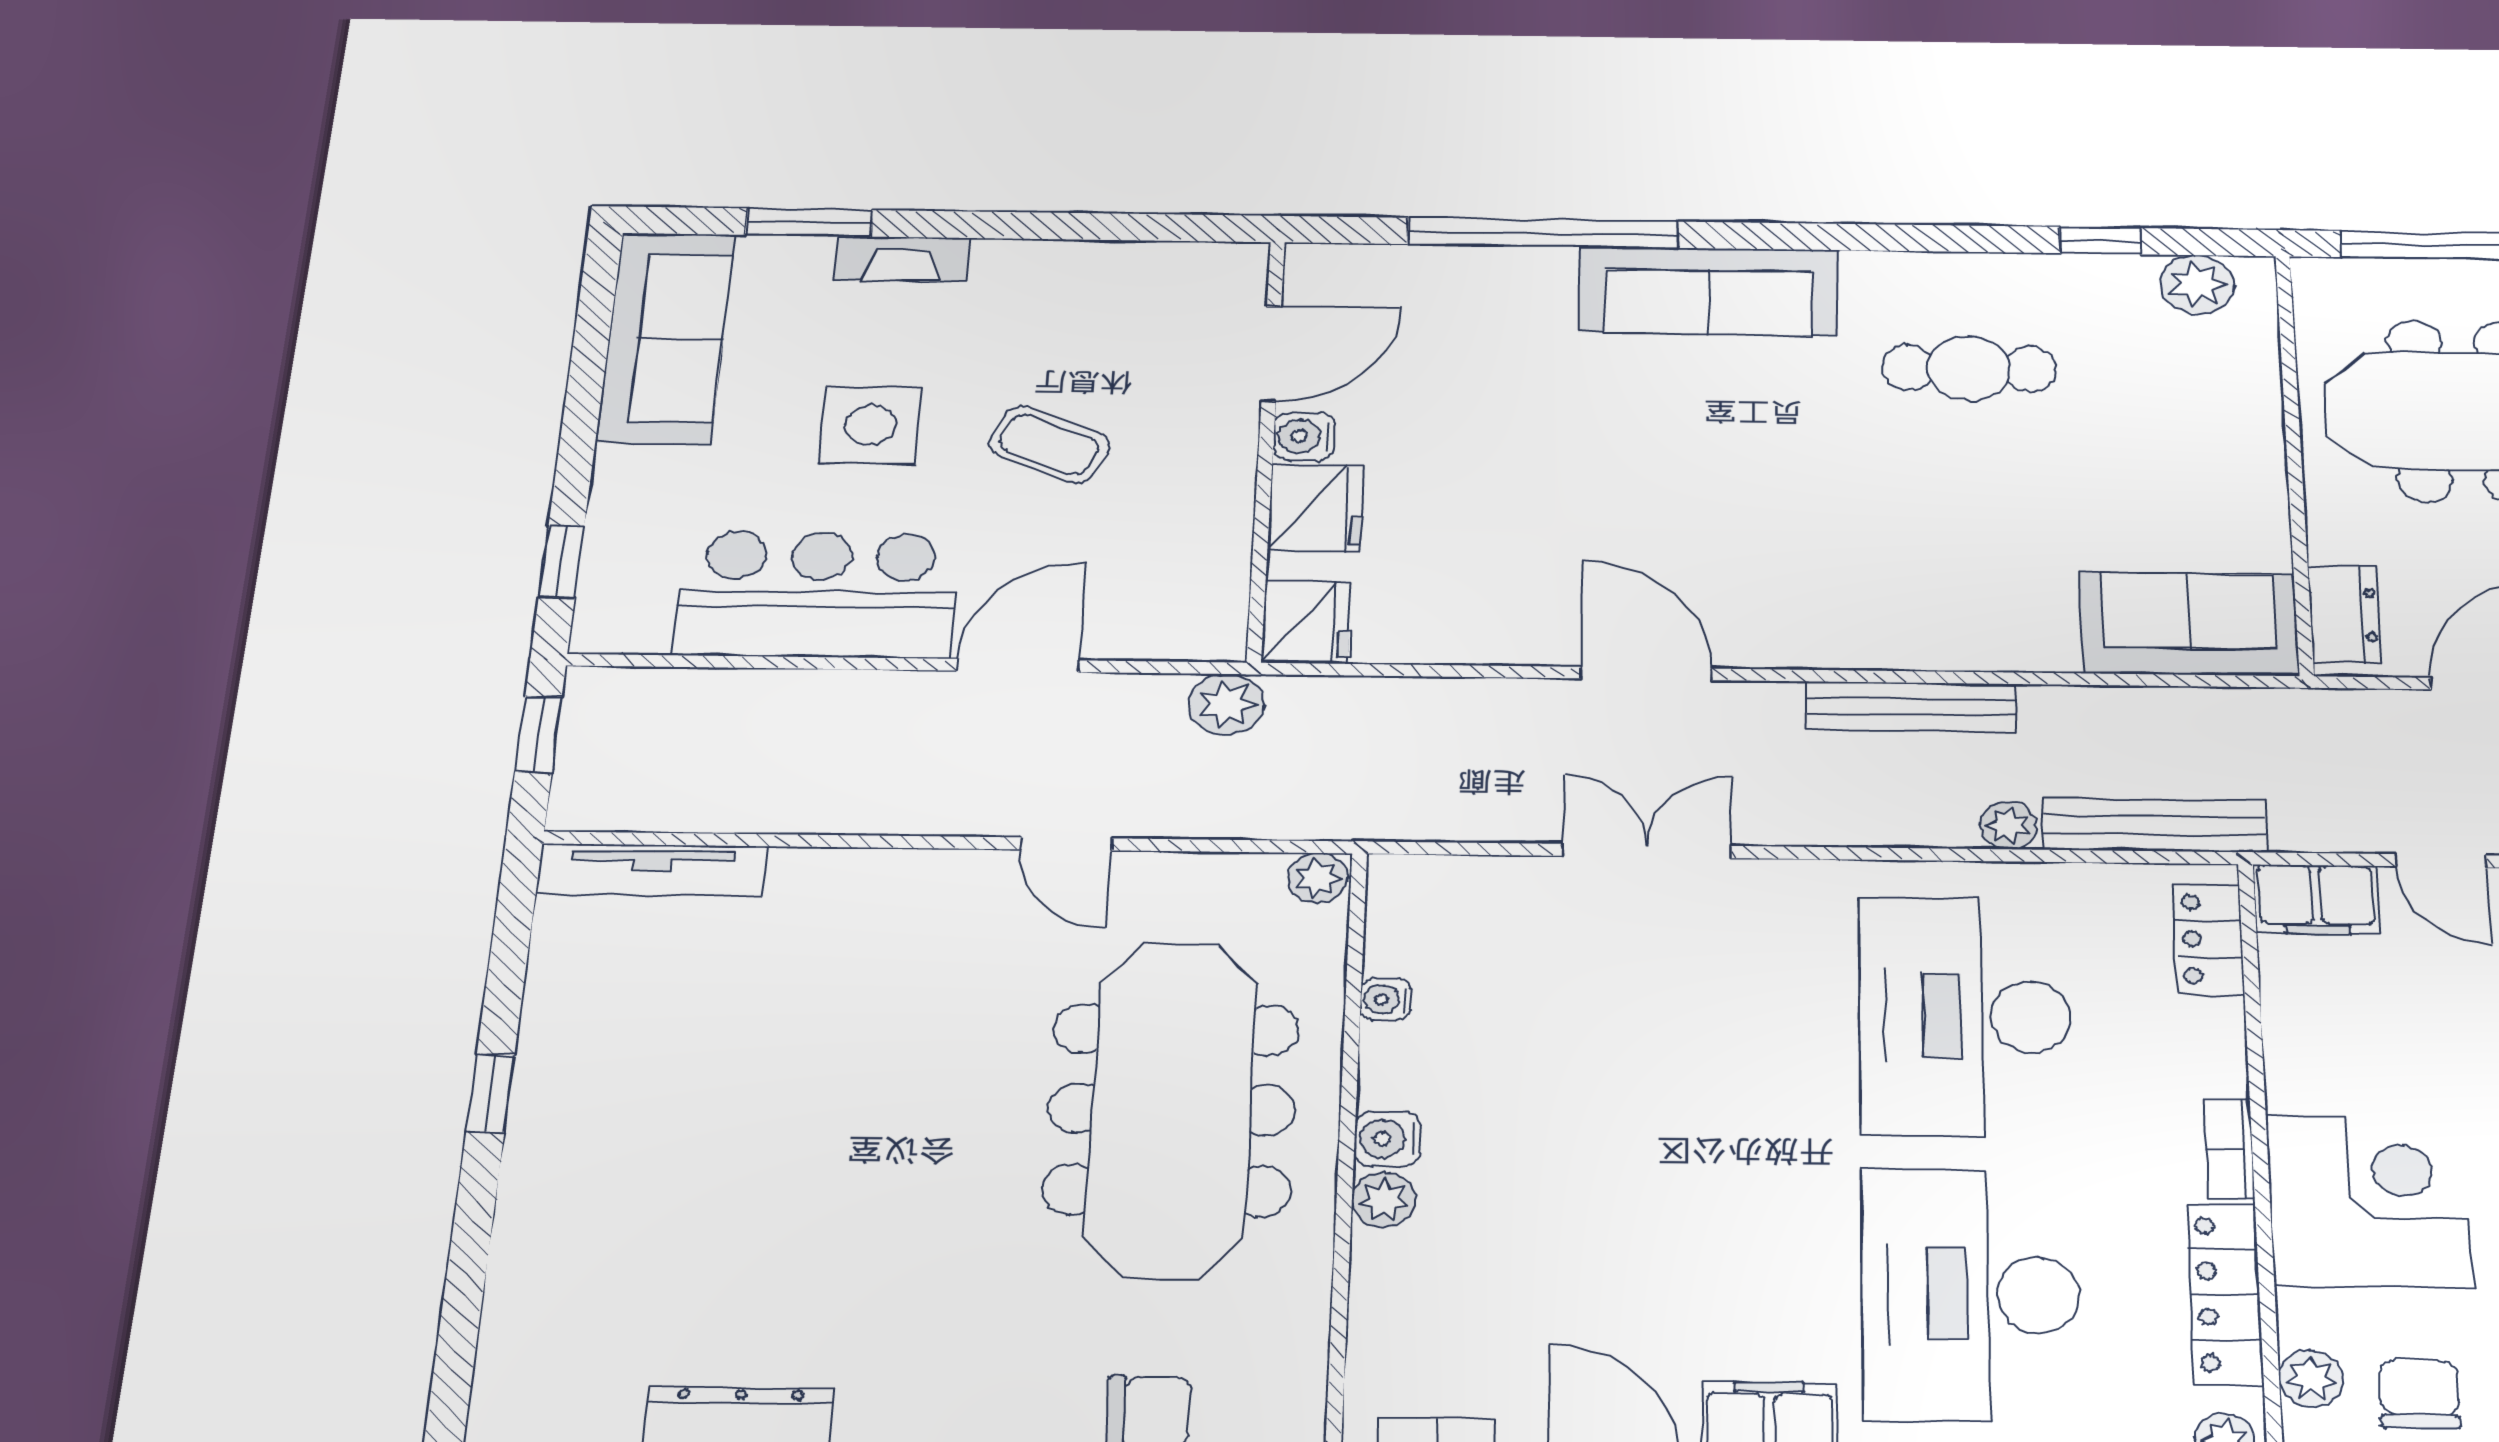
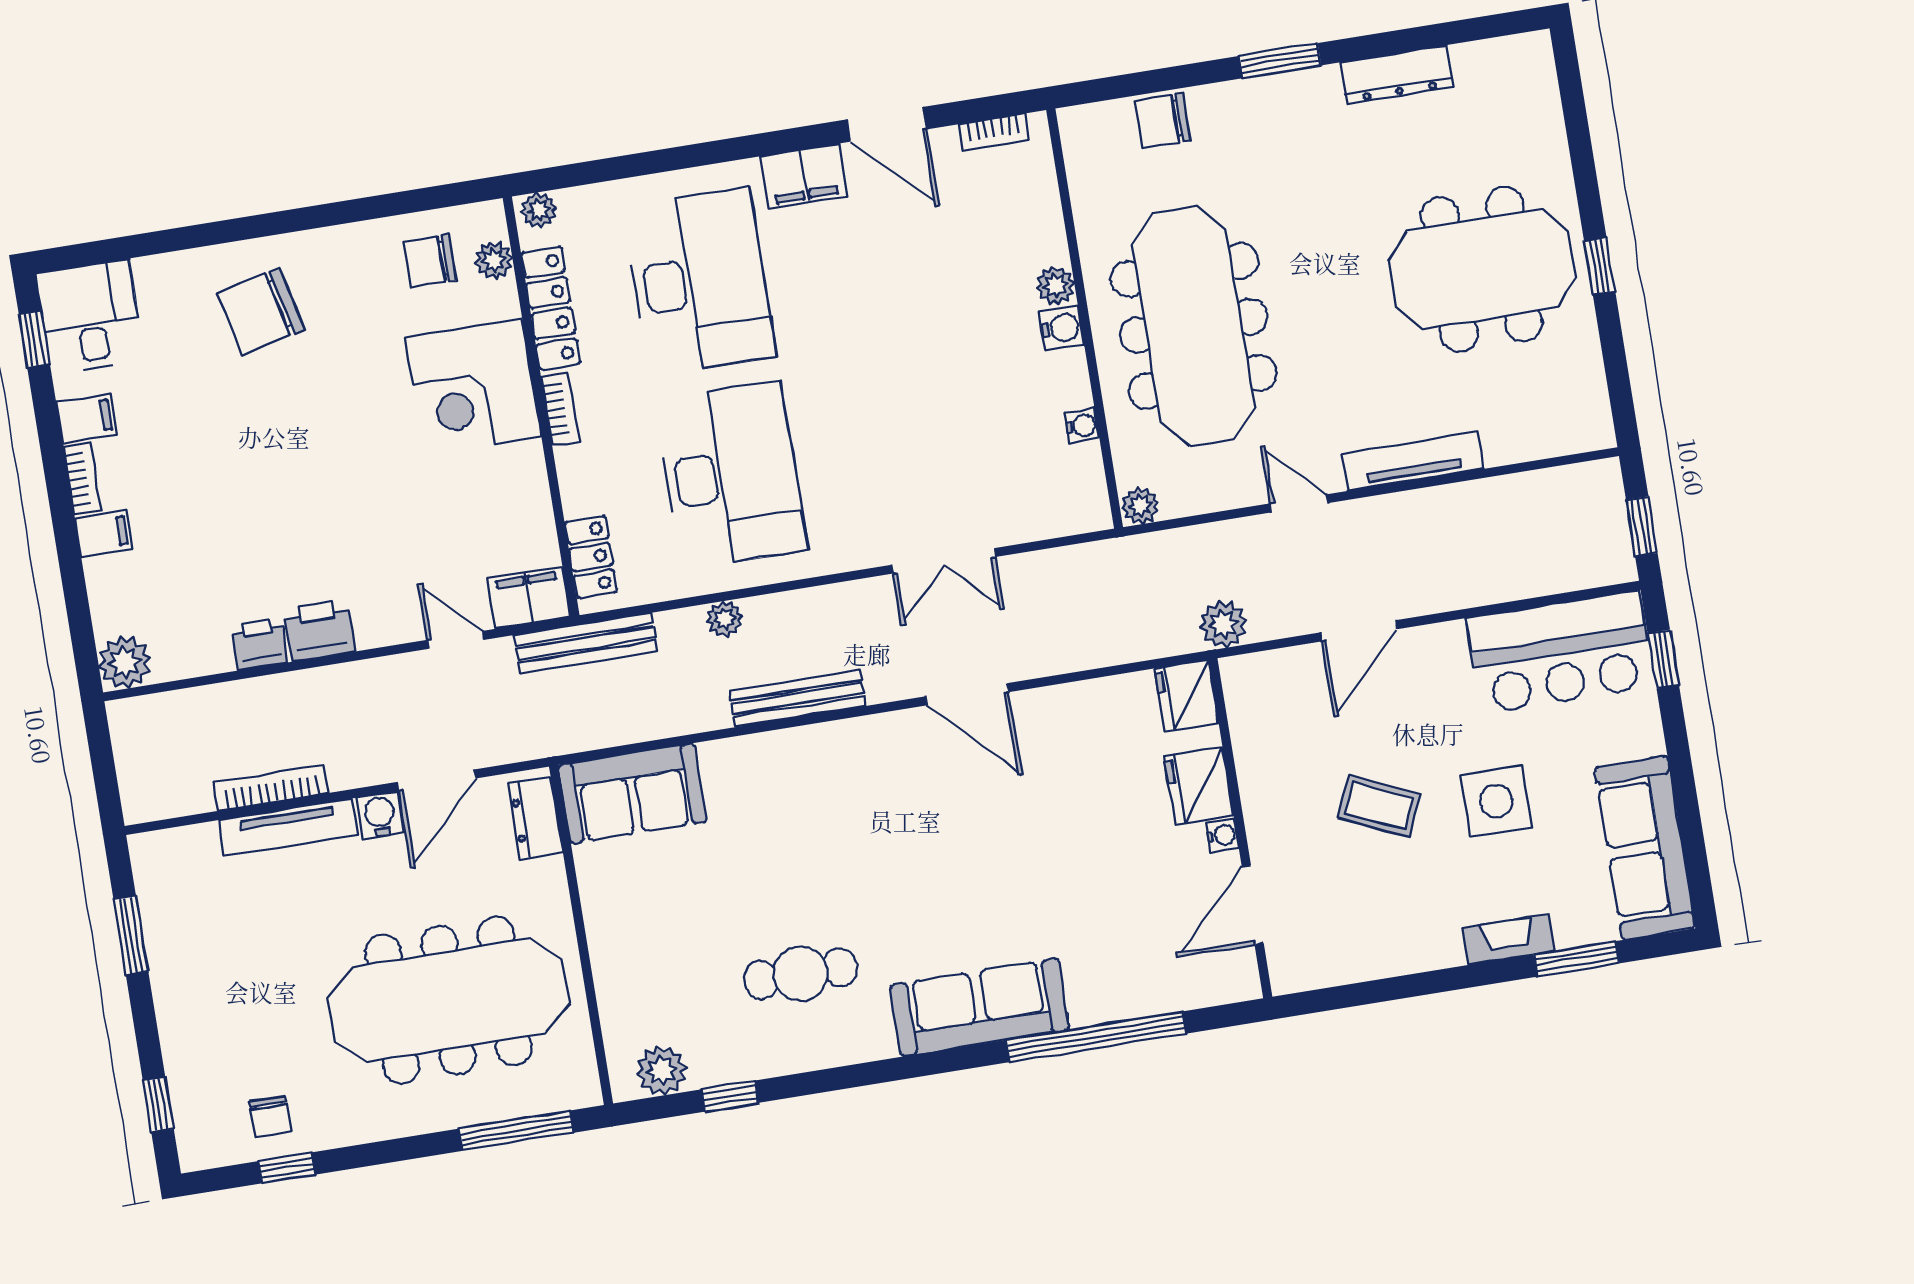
water cooler: (1304, 436) -> (1222, 835), width x0.72, depth x0.72
bar counter: (817, 595) -> (1560, 652), moved
bench: (2154, 825) -> (586, 643), moved
tv unit: (651, 870) -> (1413, 461), moved
meeting table: (682, 1118) -> (1482, 269), added
chair: (2419, 1394) -> (430, 261), turned 90

